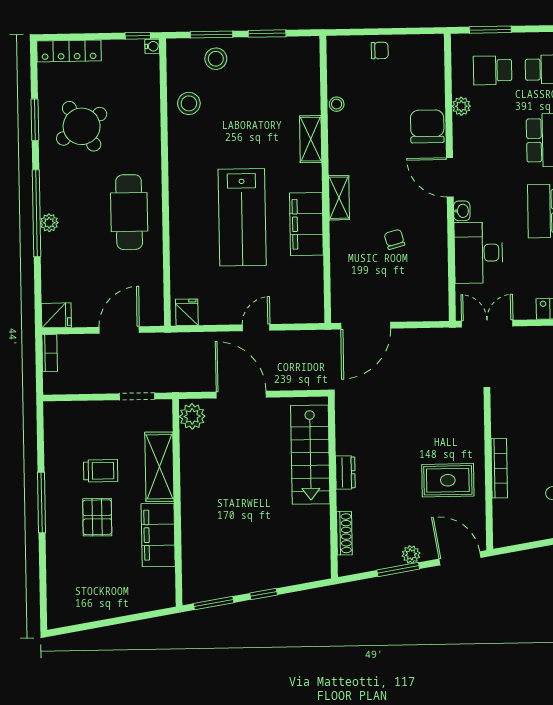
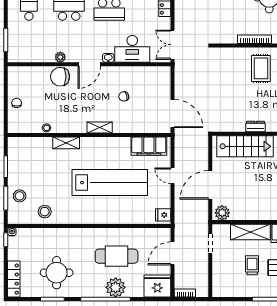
school desk: (493, 70) -> (29, 39), removed
plant: (461, 106) -> (60, 57), moved
round table: (82, 126) -> (57, 273), turned 33
cafe table: (129, 212) -> (117, 256), moved
lab bench: (242, 217) -> (110, 183), width x1.36
plant: (49, 223) -> (116, 287), width x1.88, depth x1.88
filing cabinet: (306, 224) -> (149, 146), moved
fridge: (56, 315) -> (157, 286), width x1.88, depth x1.34
door: (119, 330) -> (172, 253), hinge flipped

